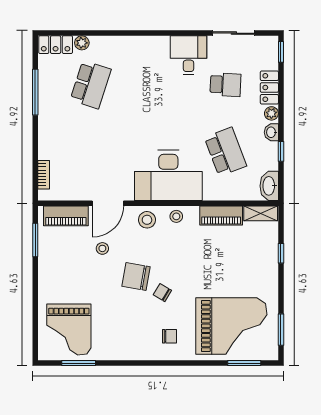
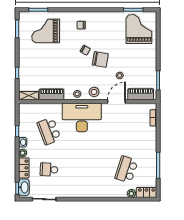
desk: (189, 55) -> (70, 186), removed
washbasin: (269, 186) -> (24, 187), moved
grand piano: (231, 326) -> (46, 31), width x0.73, depth x0.68

